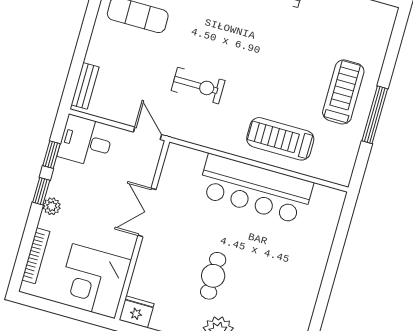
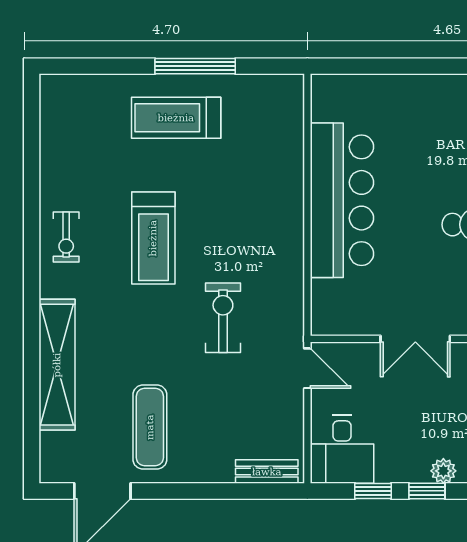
door: (148, 133) -> (307, 368), swing flipped
treadmill: (280, 139) -> (153, 238), moved

